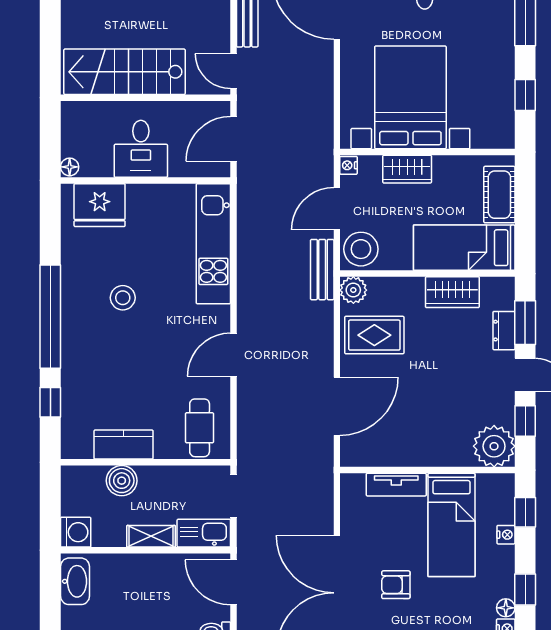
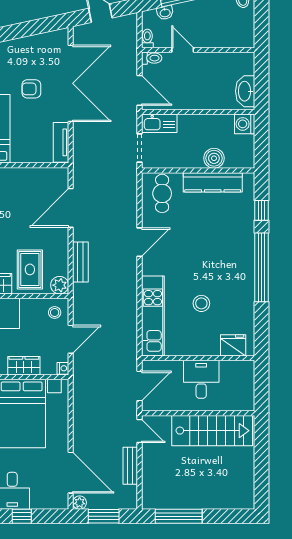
floor lamp: (70, 167) -> (249, 367), removed
fridge: (100, 205) -> (233, 345), width x0.73, depth x0.75
stool: (361, 249) -> (55, 312), width x0.53, depth x0.53
bench: (322, 270) -> (80, 262), moved
stool: (123, 298) -> (201, 303), moved
rug: (374, 335) -> (30, 269), moved, turned 90
kitchen counter: (124, 445) -> (213, 182), width x1.50
tv unit: (396, 485) -> (61, 142), moved, turned -90
shelving: (151, 536) -> (194, 121), removed
armchair: (396, 585) -> (31, 89), turned 180

